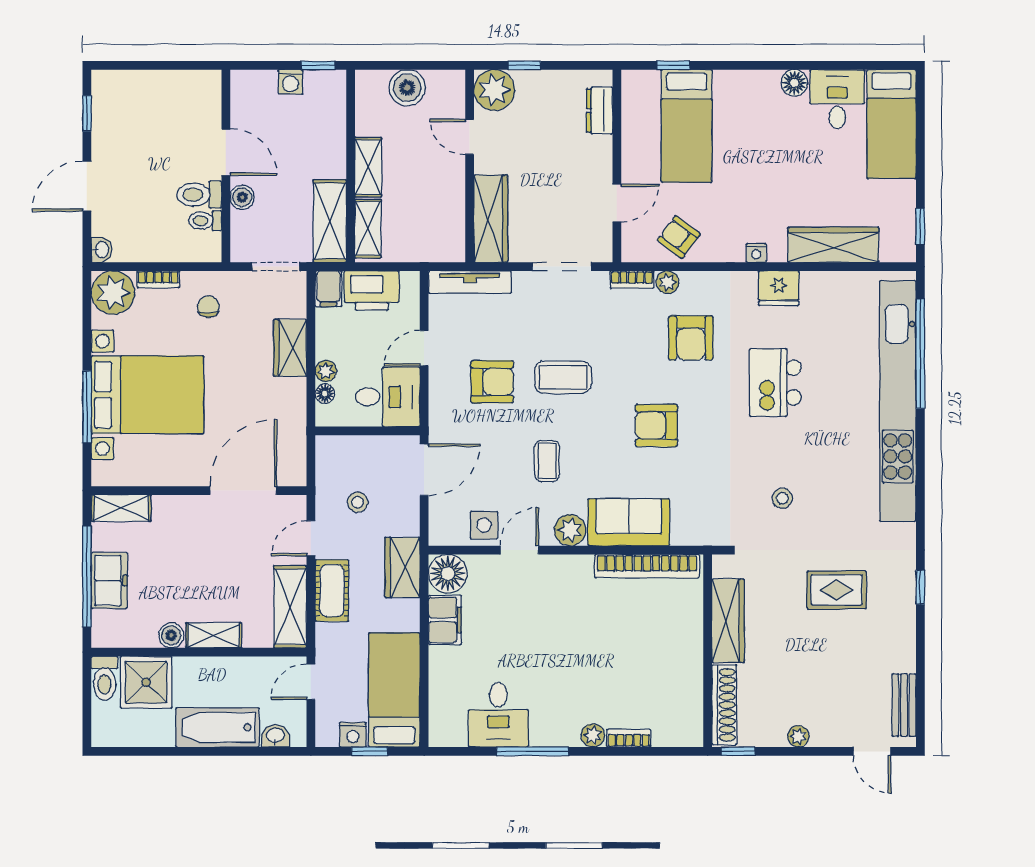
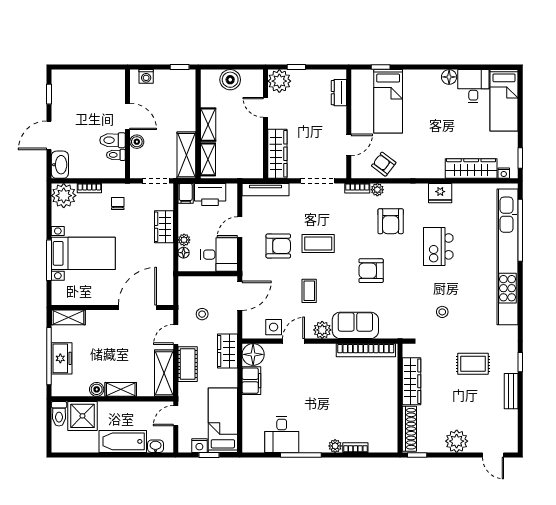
washing machine: (291, 82) -> (146, 76), moved
washbasin: (101, 250) -> (60, 165), width x1.91, depth x1.45
nightstand: (756, 253) -> (504, 173), moved
bed with nightstands: (148, 395) -> (83, 253), width x0.73
bench: (904, 705) -> (511, 391), moved
plant: (798, 736) -> (457, 441), width x1.88, depth x1.88

